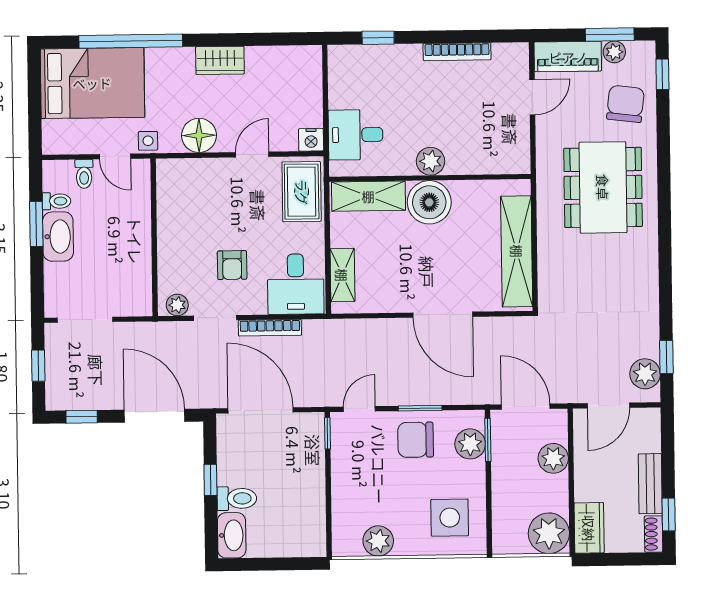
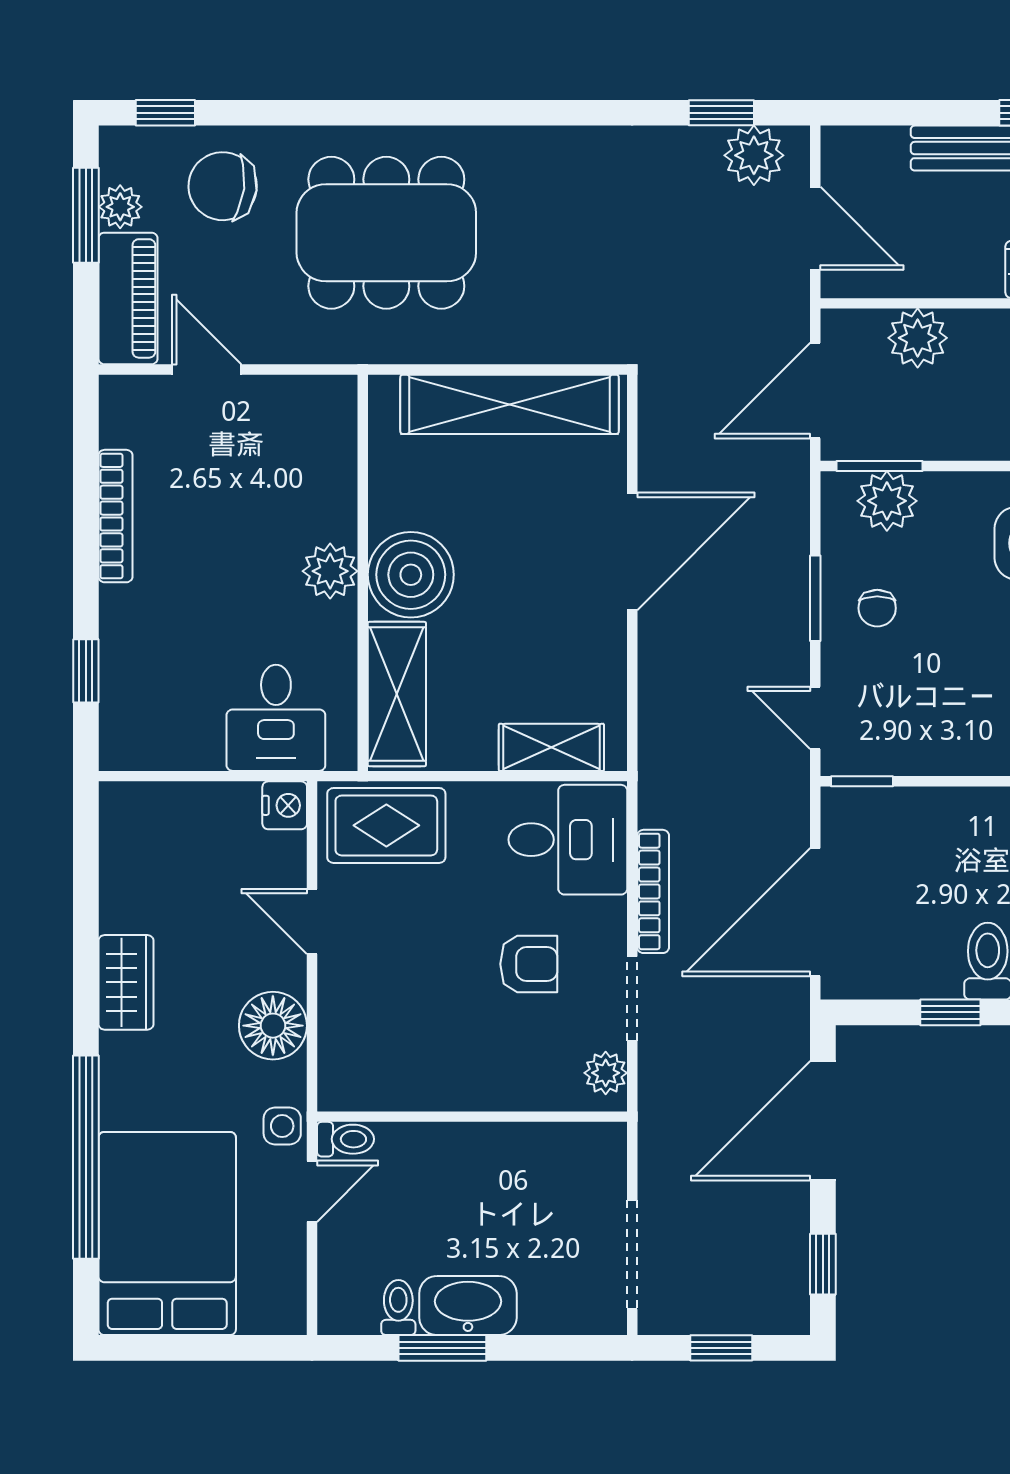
toilet: (84, 174) -> (346, 1139), moved
chair: (416, 440) -> (877, 608), width x0.54, depth x0.54

